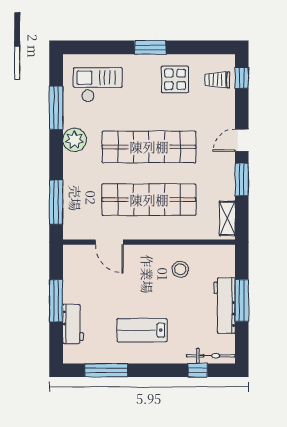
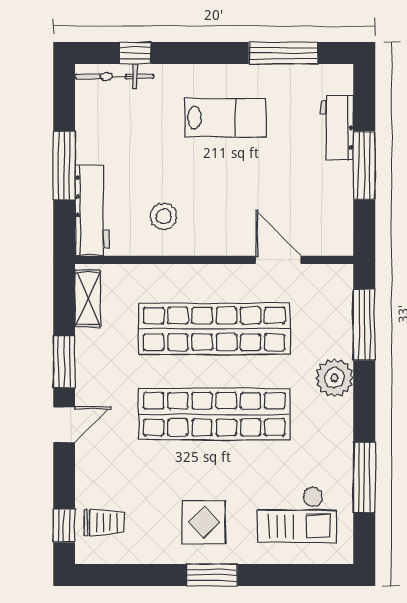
display table: (175, 79) -> (204, 522), moved
plant: (75, 140) -> (334, 378), moved
workbench: (225, 306) -> (92, 210), moved

